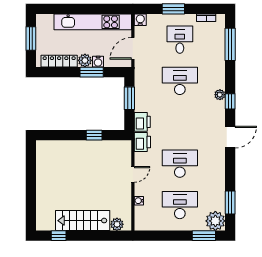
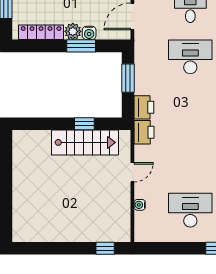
desk: (180, 164) -> (190, 159), removed
stairs: (83, 221) -> (85, 142), moved, turned 180
plant: (117, 224) -> (113, 234), removed
window: (59, 236) -> (105, 248), moved

